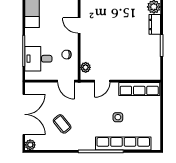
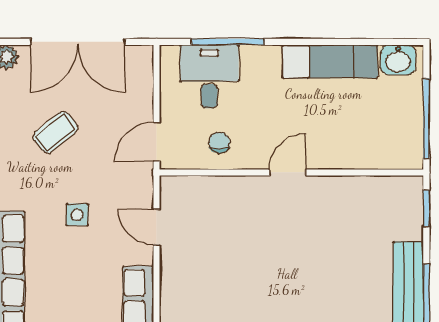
plant: (86, 67) -> (189, 187), removed
side table: (118, 117) -> (77, 215), moved

